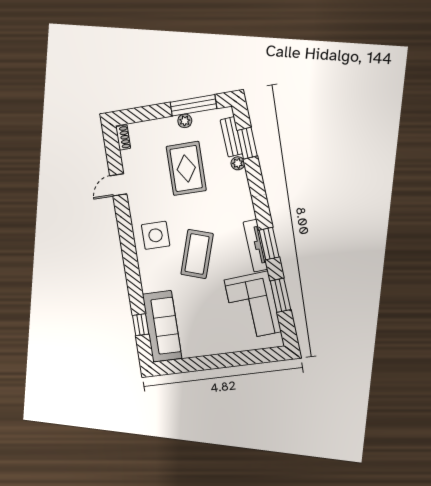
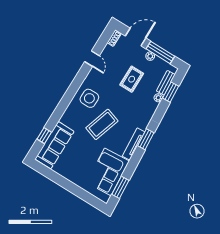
door: (148, 113) -> (136, 37), added
rug: (186, 168) -> (132, 79), width x0.73, depth x0.70
door: (118, 185) -> (92, 59), swing flipped
window: (269, 244) -> (146, 139), moved
window: (280, 295) -> (120, 187), moved

